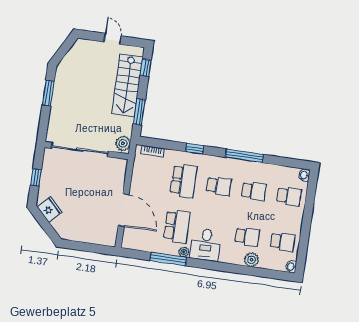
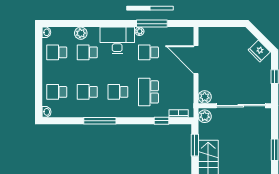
window: (195, 149) -> (162, 121), moved
plant: (120, 166) -> (205, 97), added
school desk: (177, 226) -> (148, 52), width x0.54
desk: (206, 245) -> (117, 40), width x1.37

